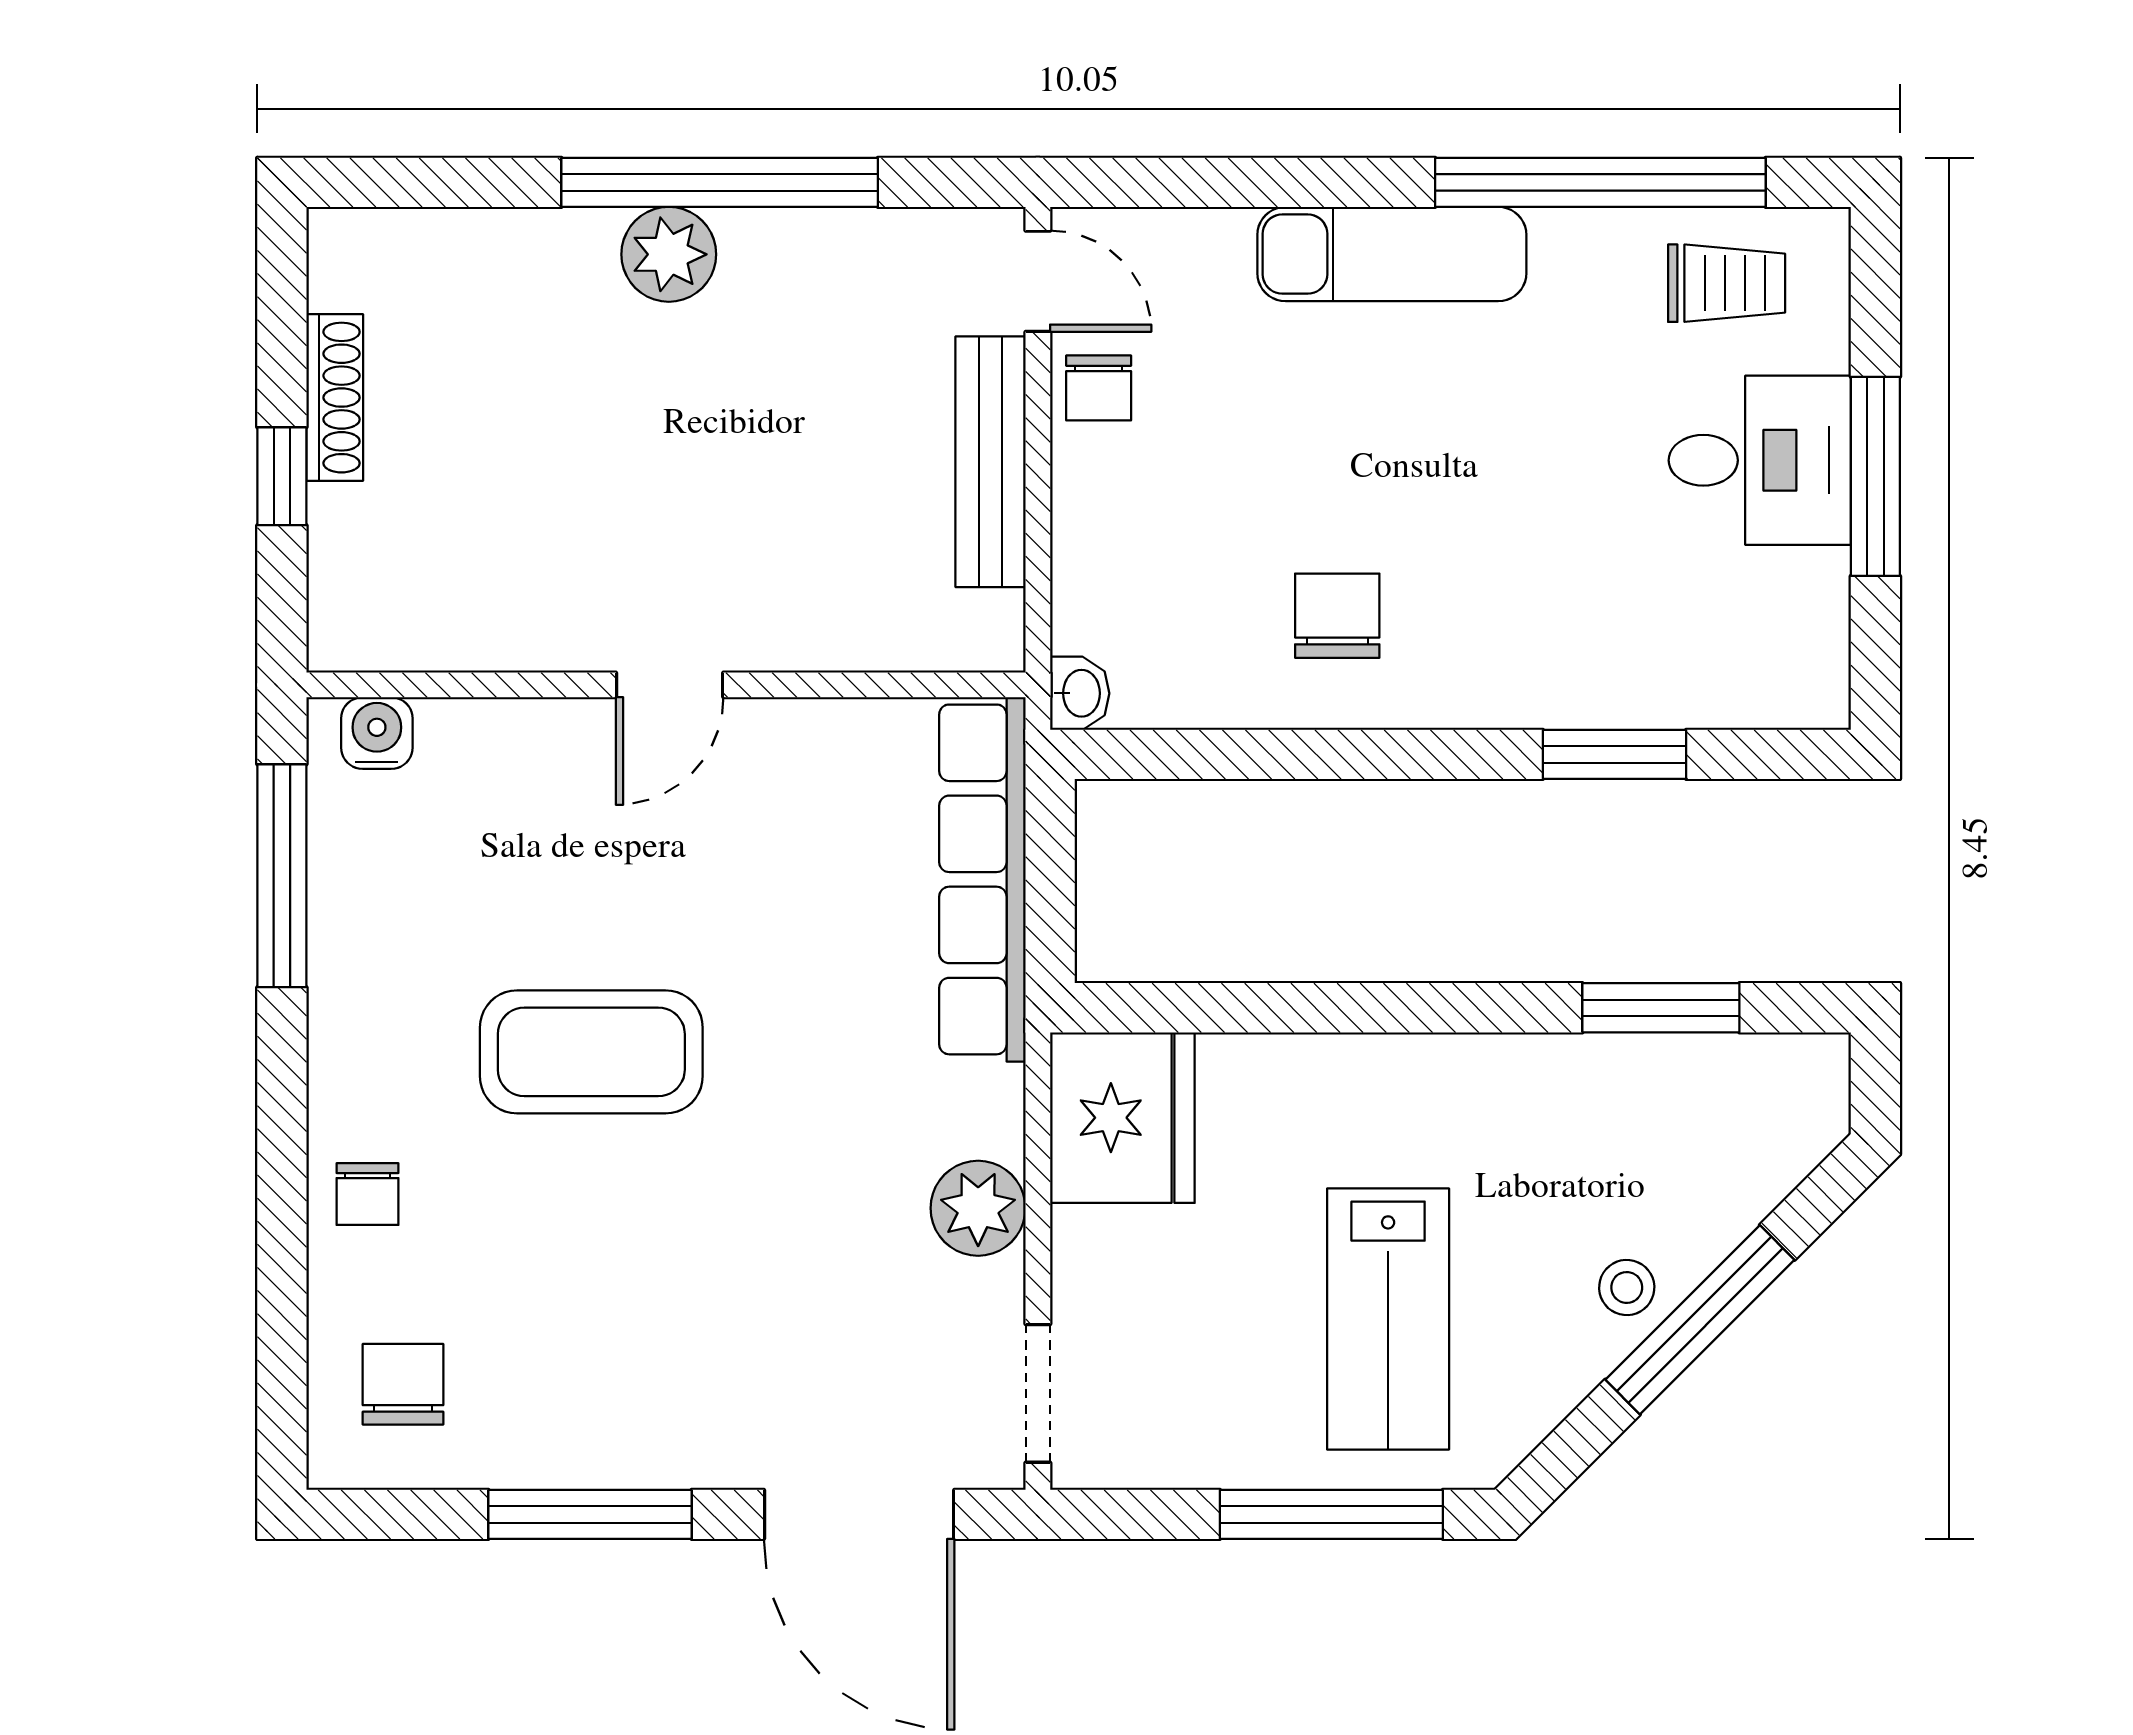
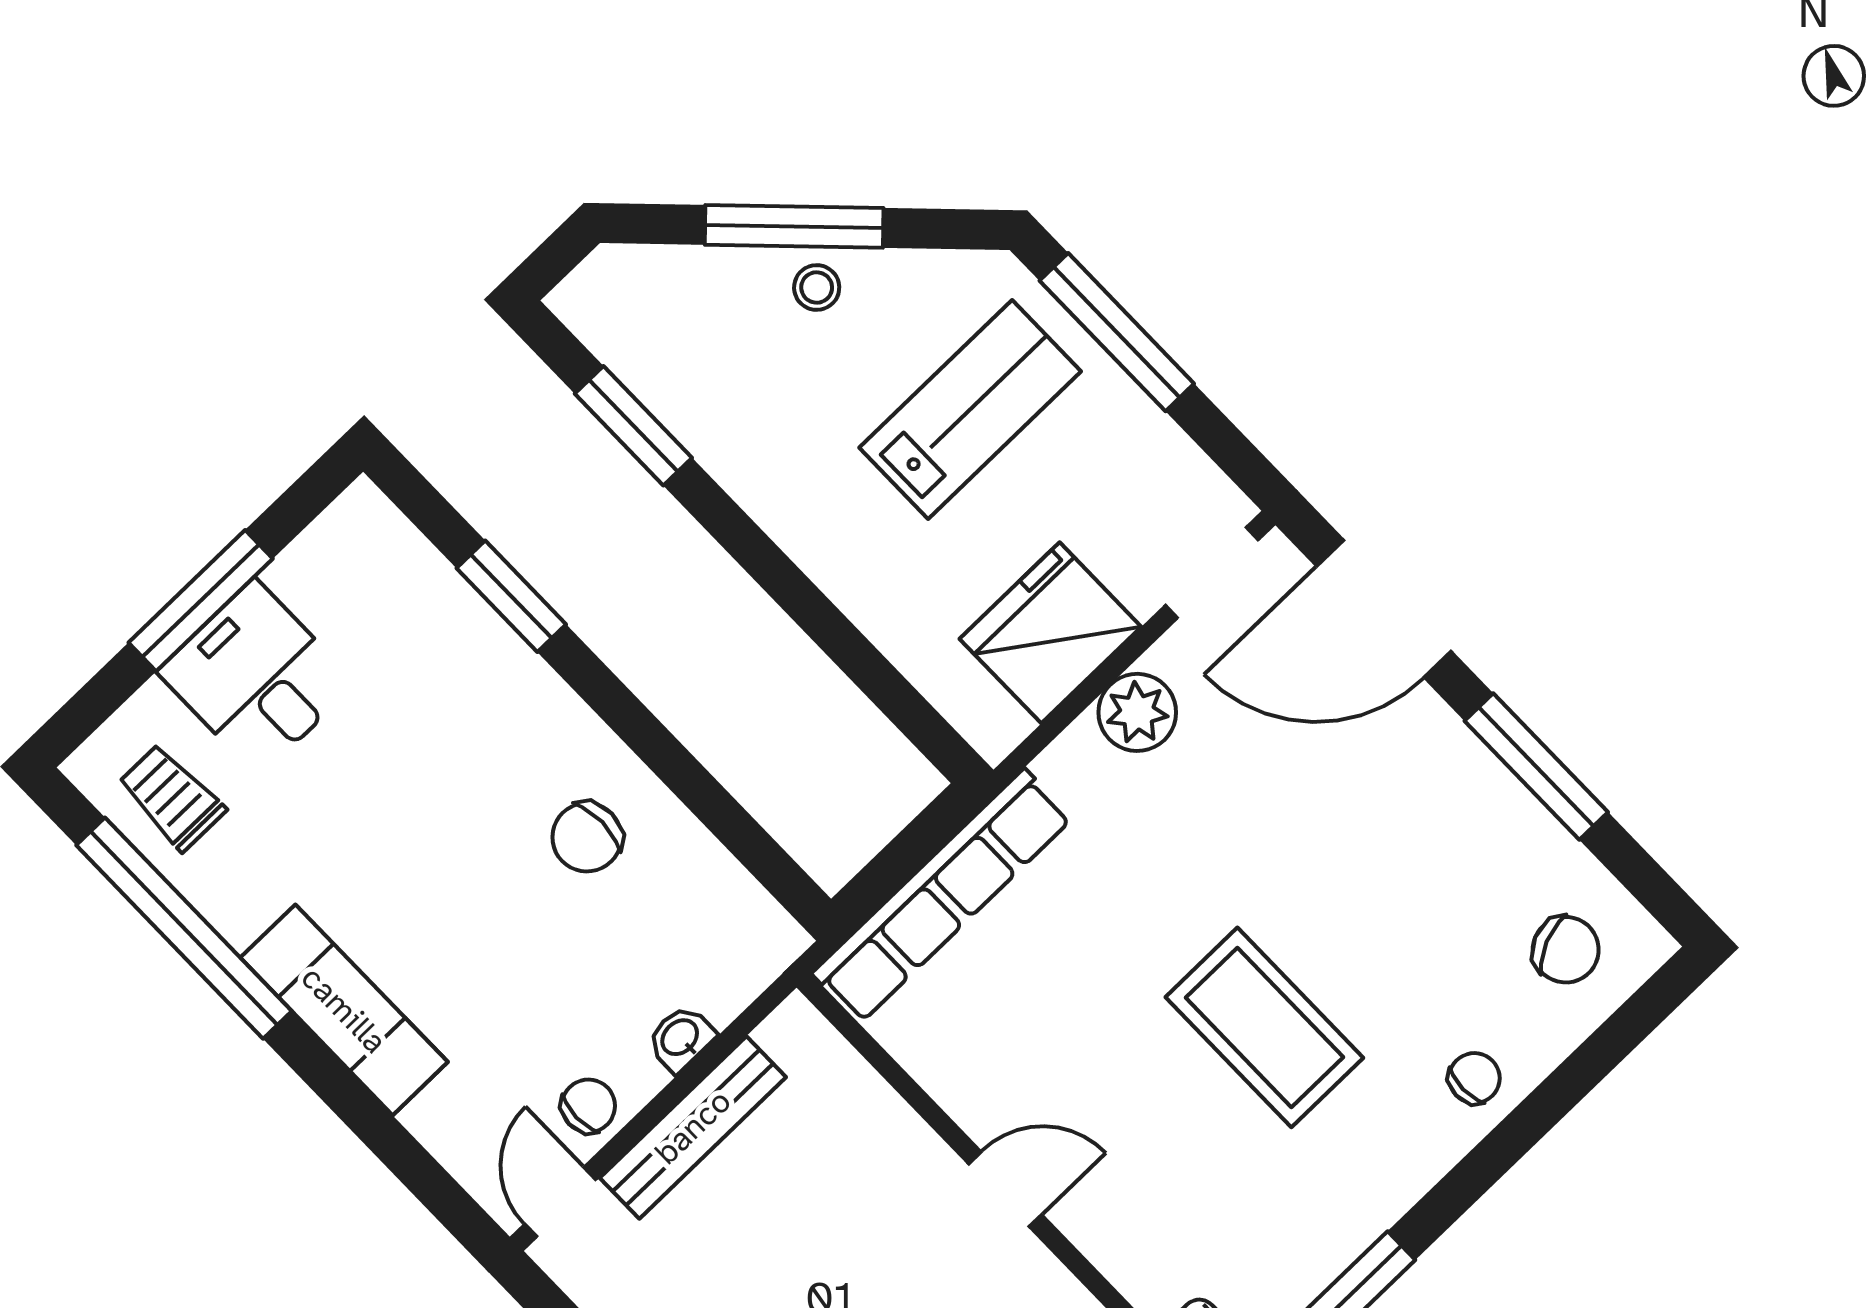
washbasin: (1080, 693) -> (681, 1038), moved
fridge: (1122, 1118) -> (1050, 633), moved
chair: (403, 1384) -> (1566, 950), turned -113
door: (859, 1514) -> (1384, 609), swing flipped

